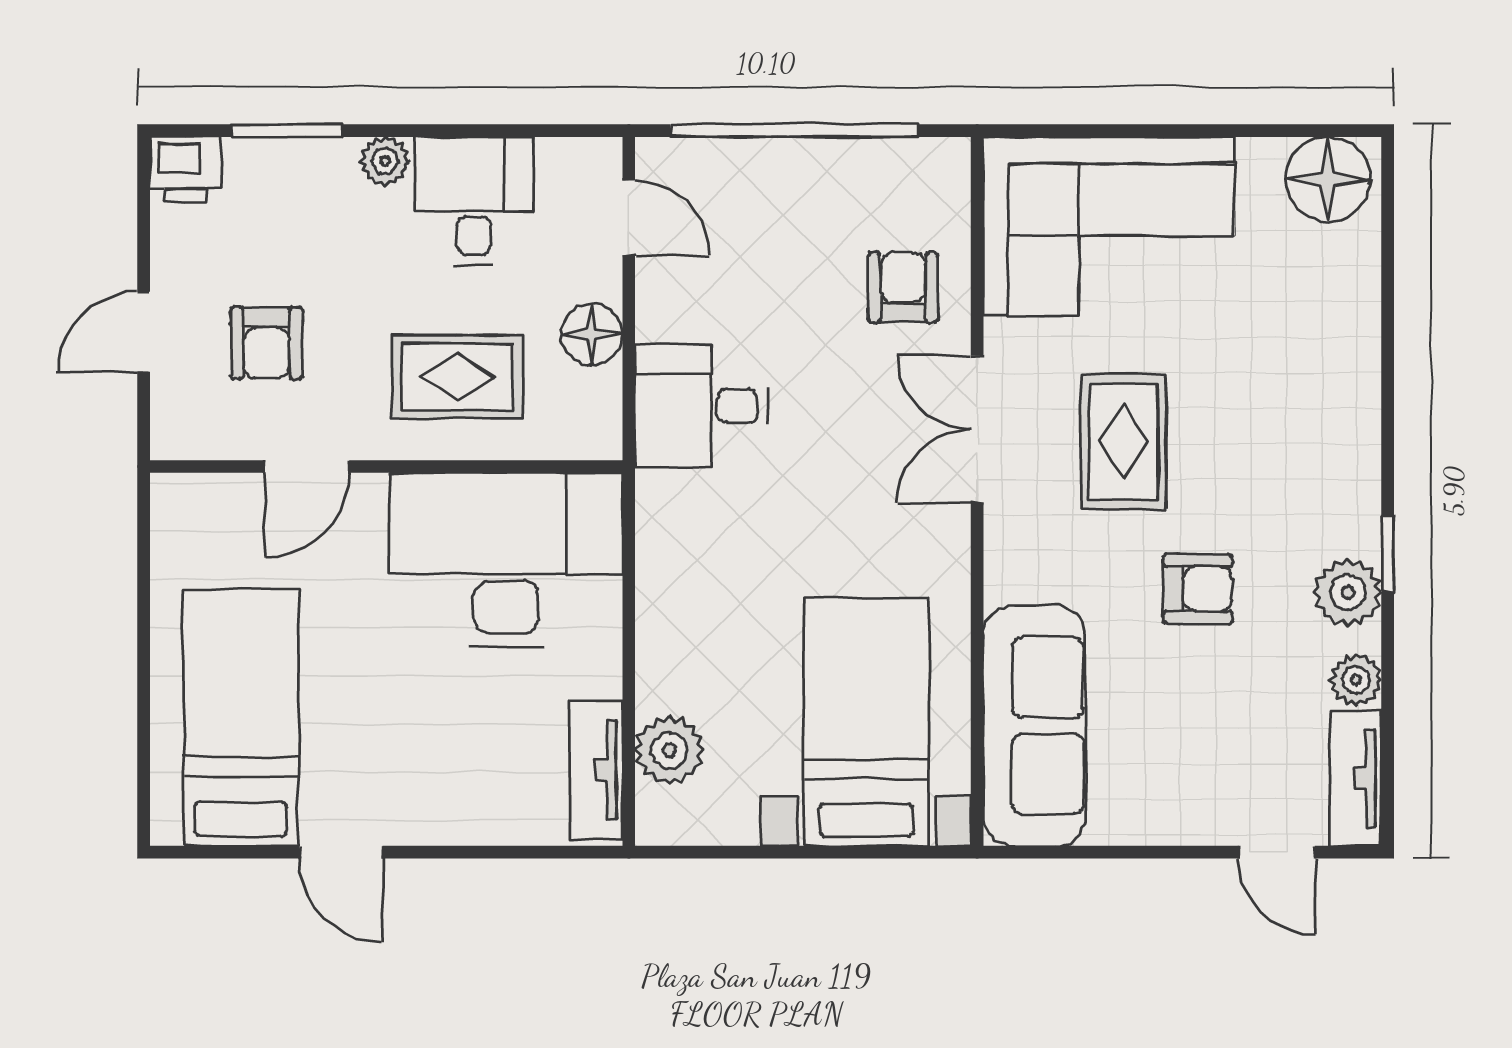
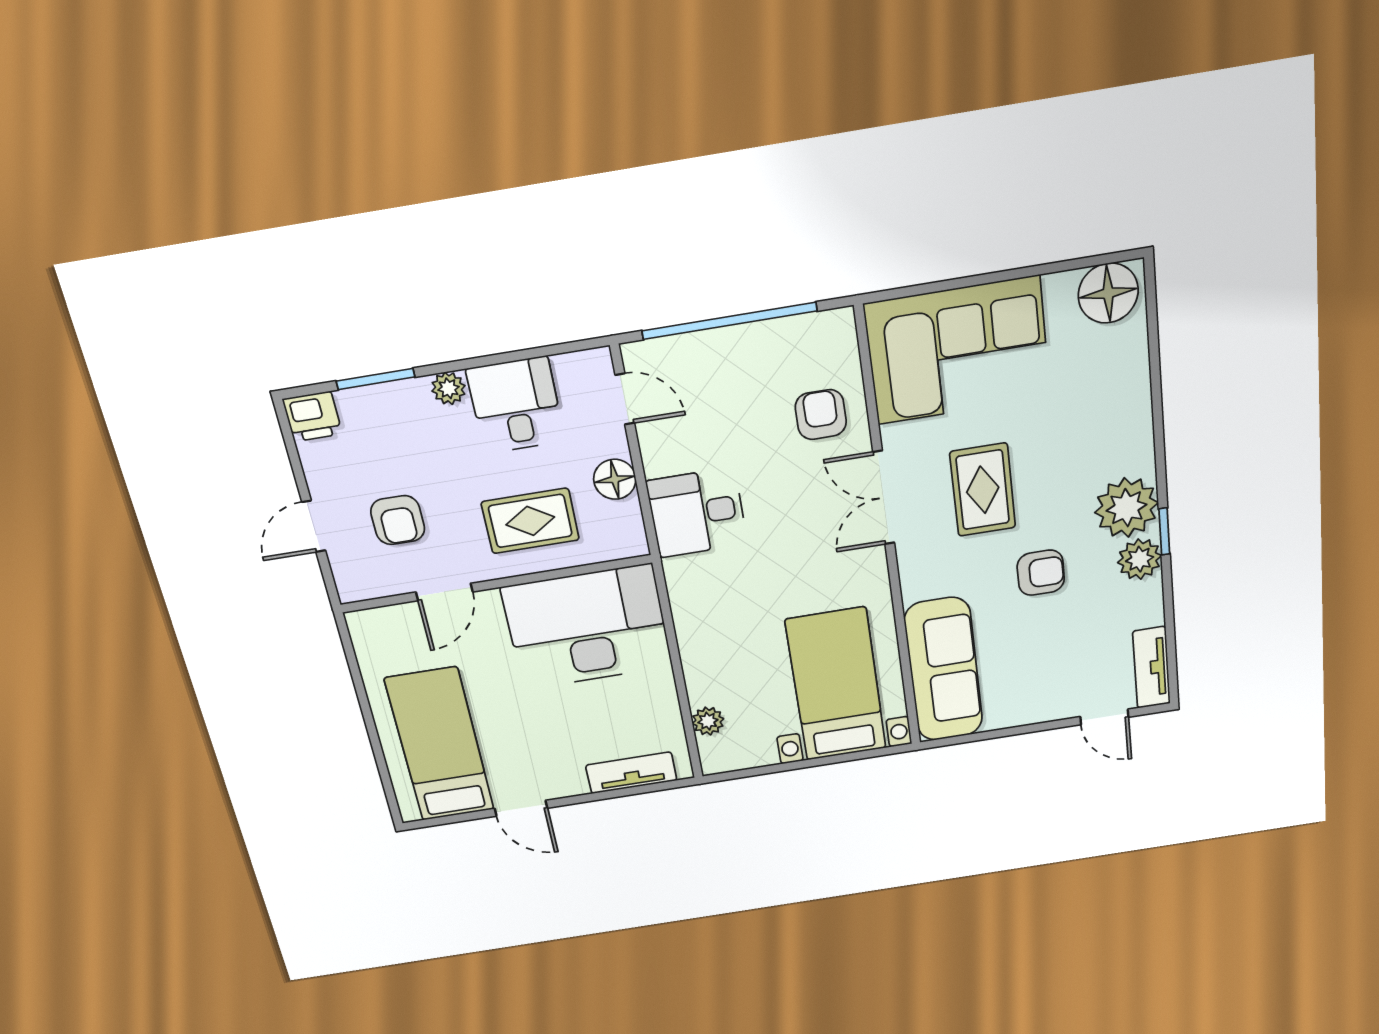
plant: (1356, 680) -> (1126, 508), moved, width x1.87, depth x1.87
plant: (669, 750) -> (708, 721), width x0.73, depth x0.73
tv unit: (596, 770) -> (631, 773), moved, turned 90

